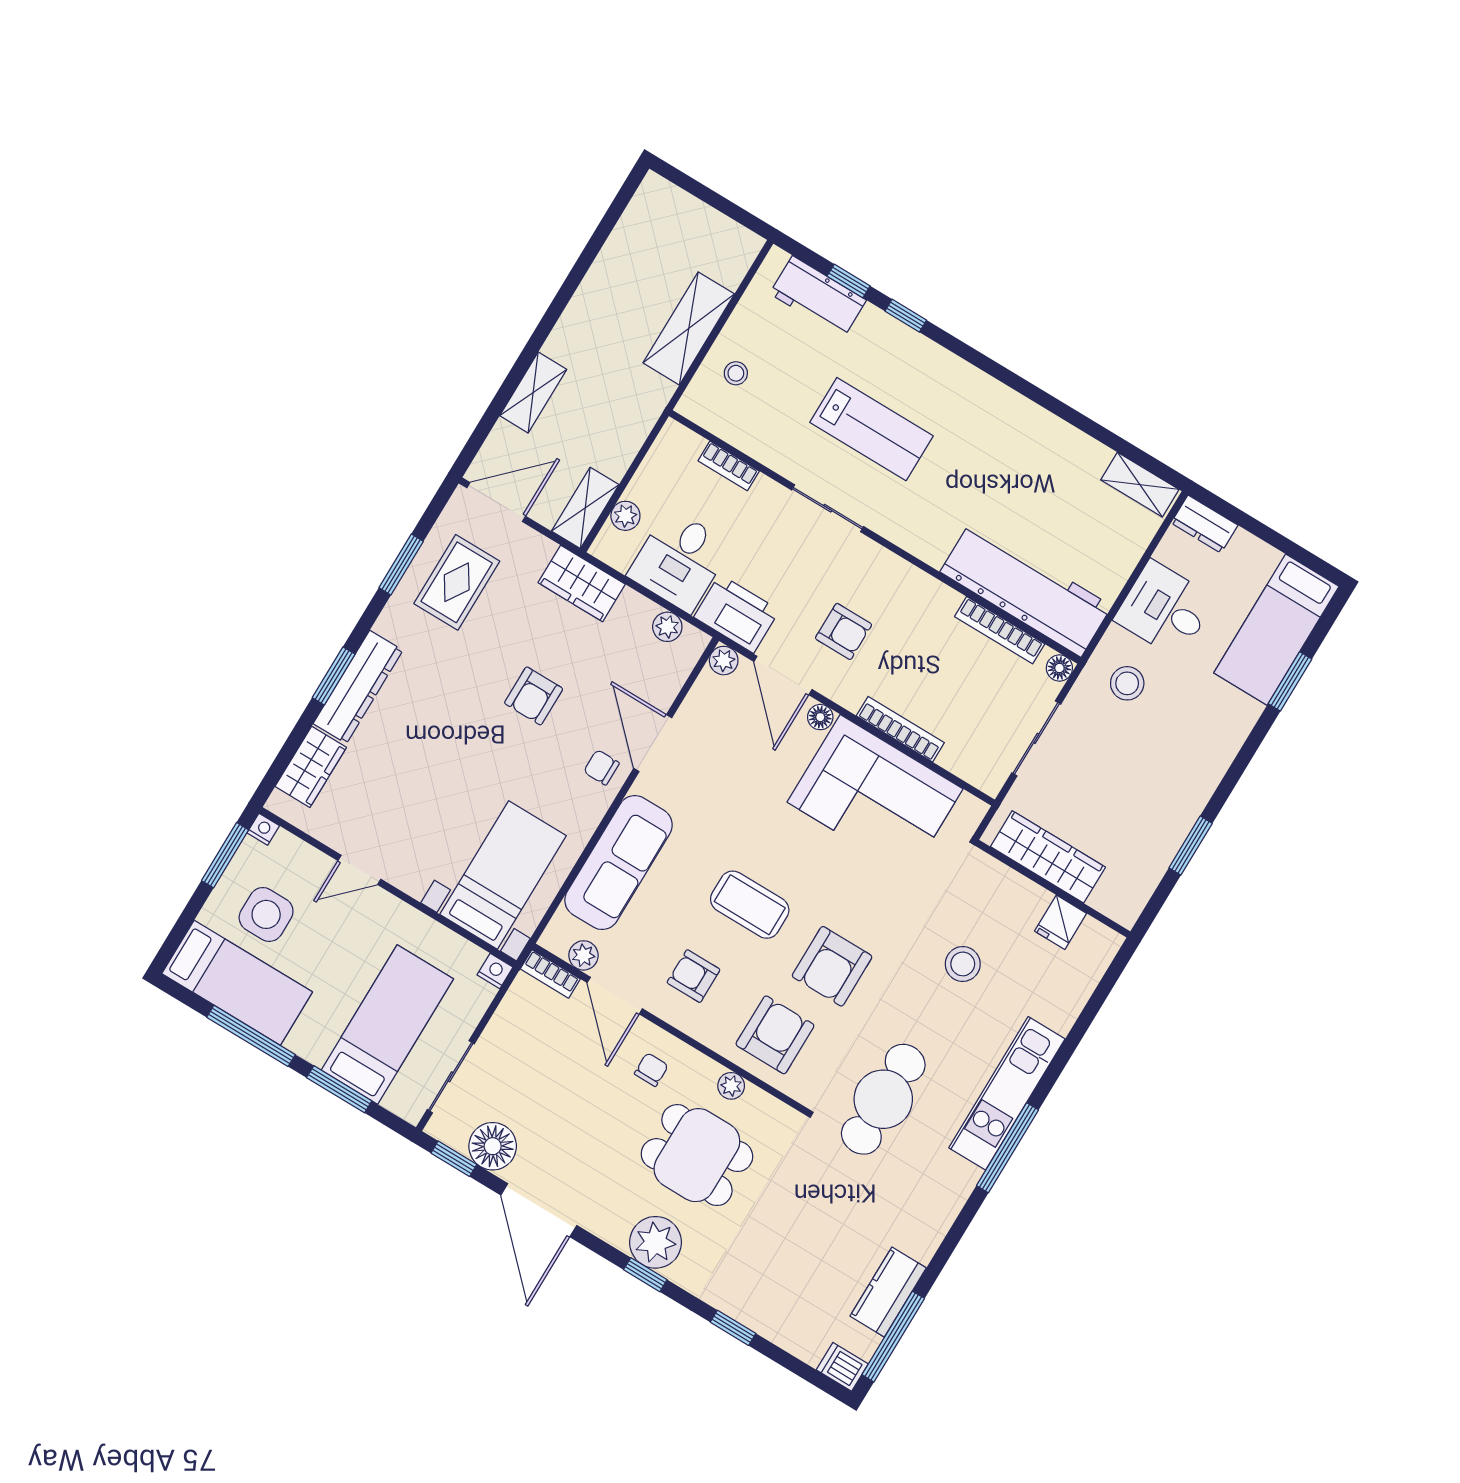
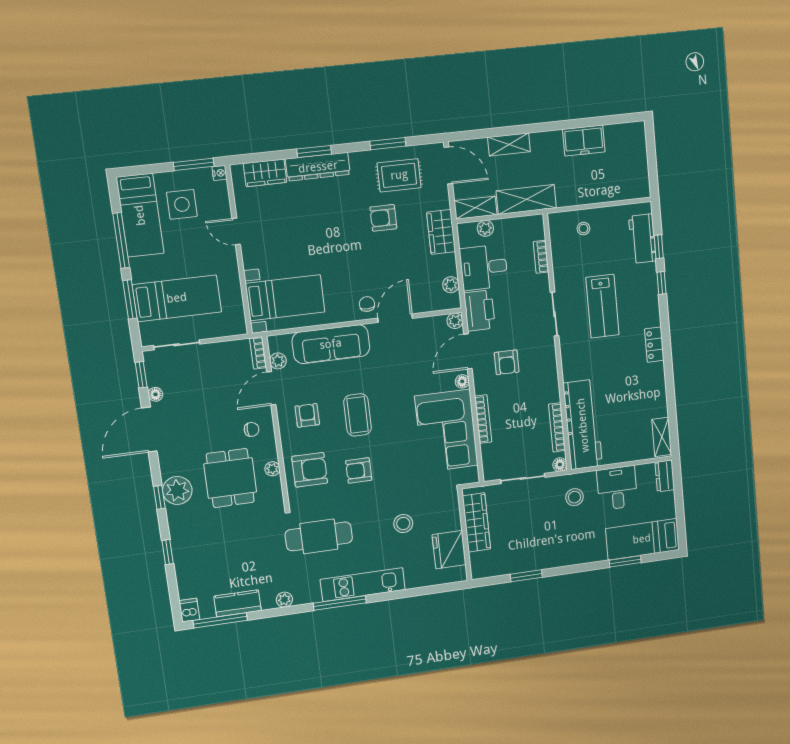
freezer: (610, 280) -> (584, 141), added
shelving: (689, 328) -> (526, 199), moved
locker: (990, 393) -> (654, 345), added
armchair: (534, 696) -> (383, 218), moved
fridge: (1061, 922) -> (449, 550), width x1.88, depth x1.34
armchair: (832, 966) -> (359, 470), width x0.72, depth x0.72
nightstand: (495, 971) -> (240, 327), removed
floor lamp: (493, 1146) -> (155, 394), width x0.53, depth x0.53
plant: (937, 1222) -> (284, 600), added

